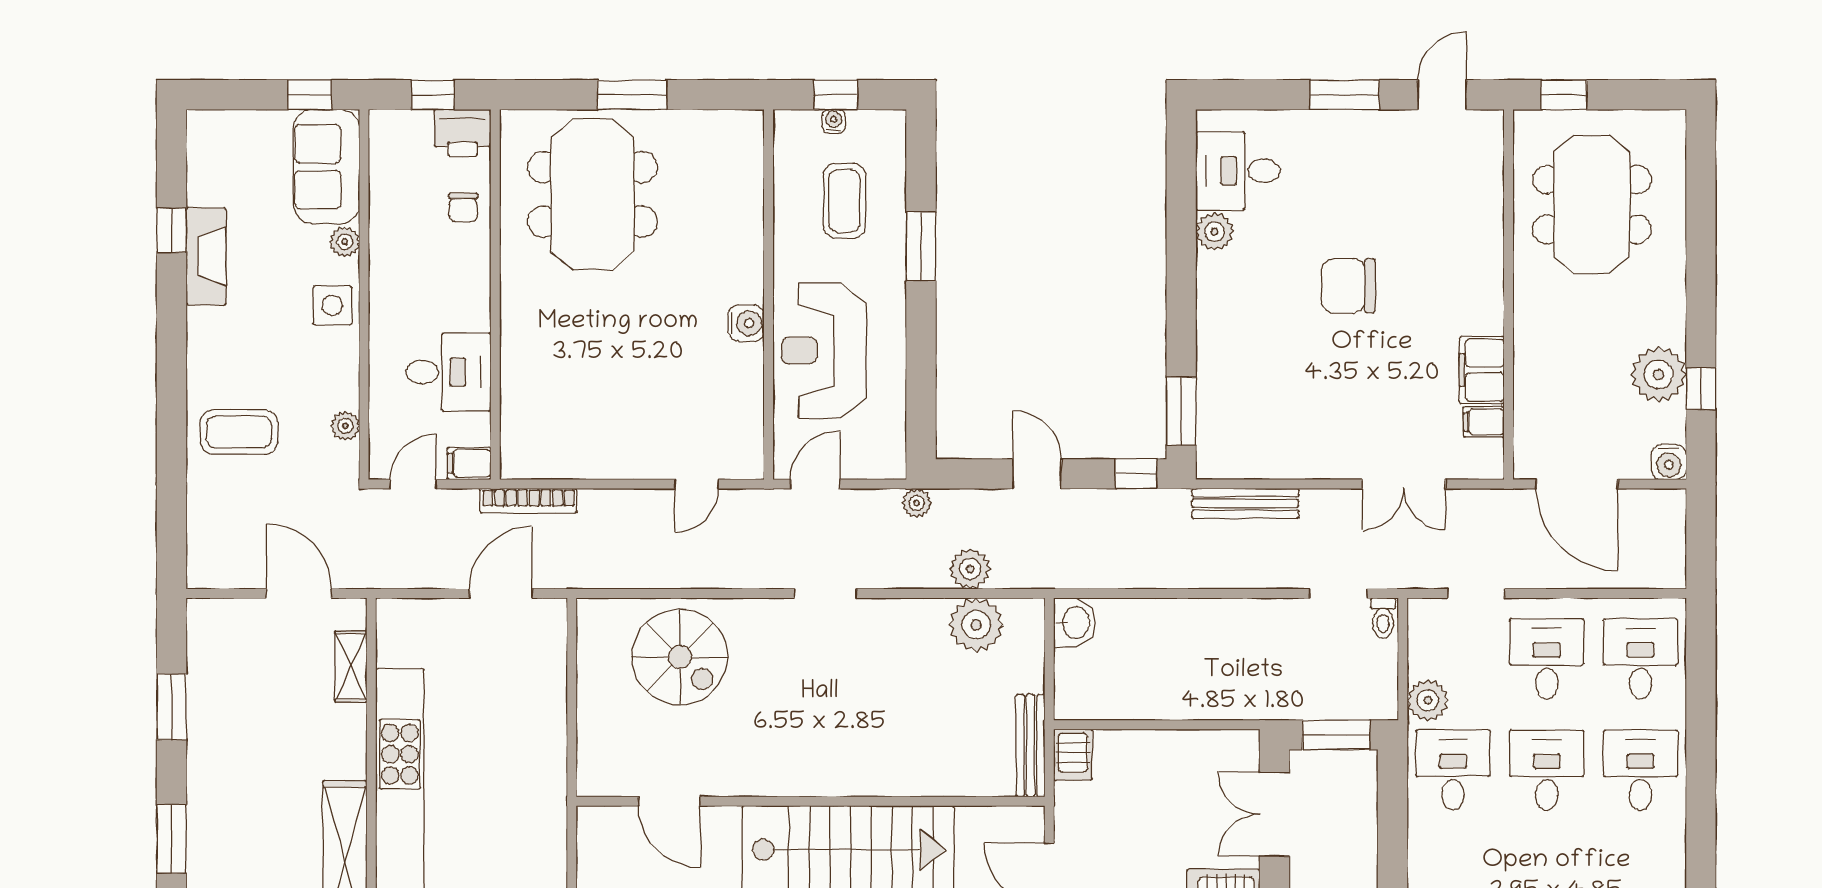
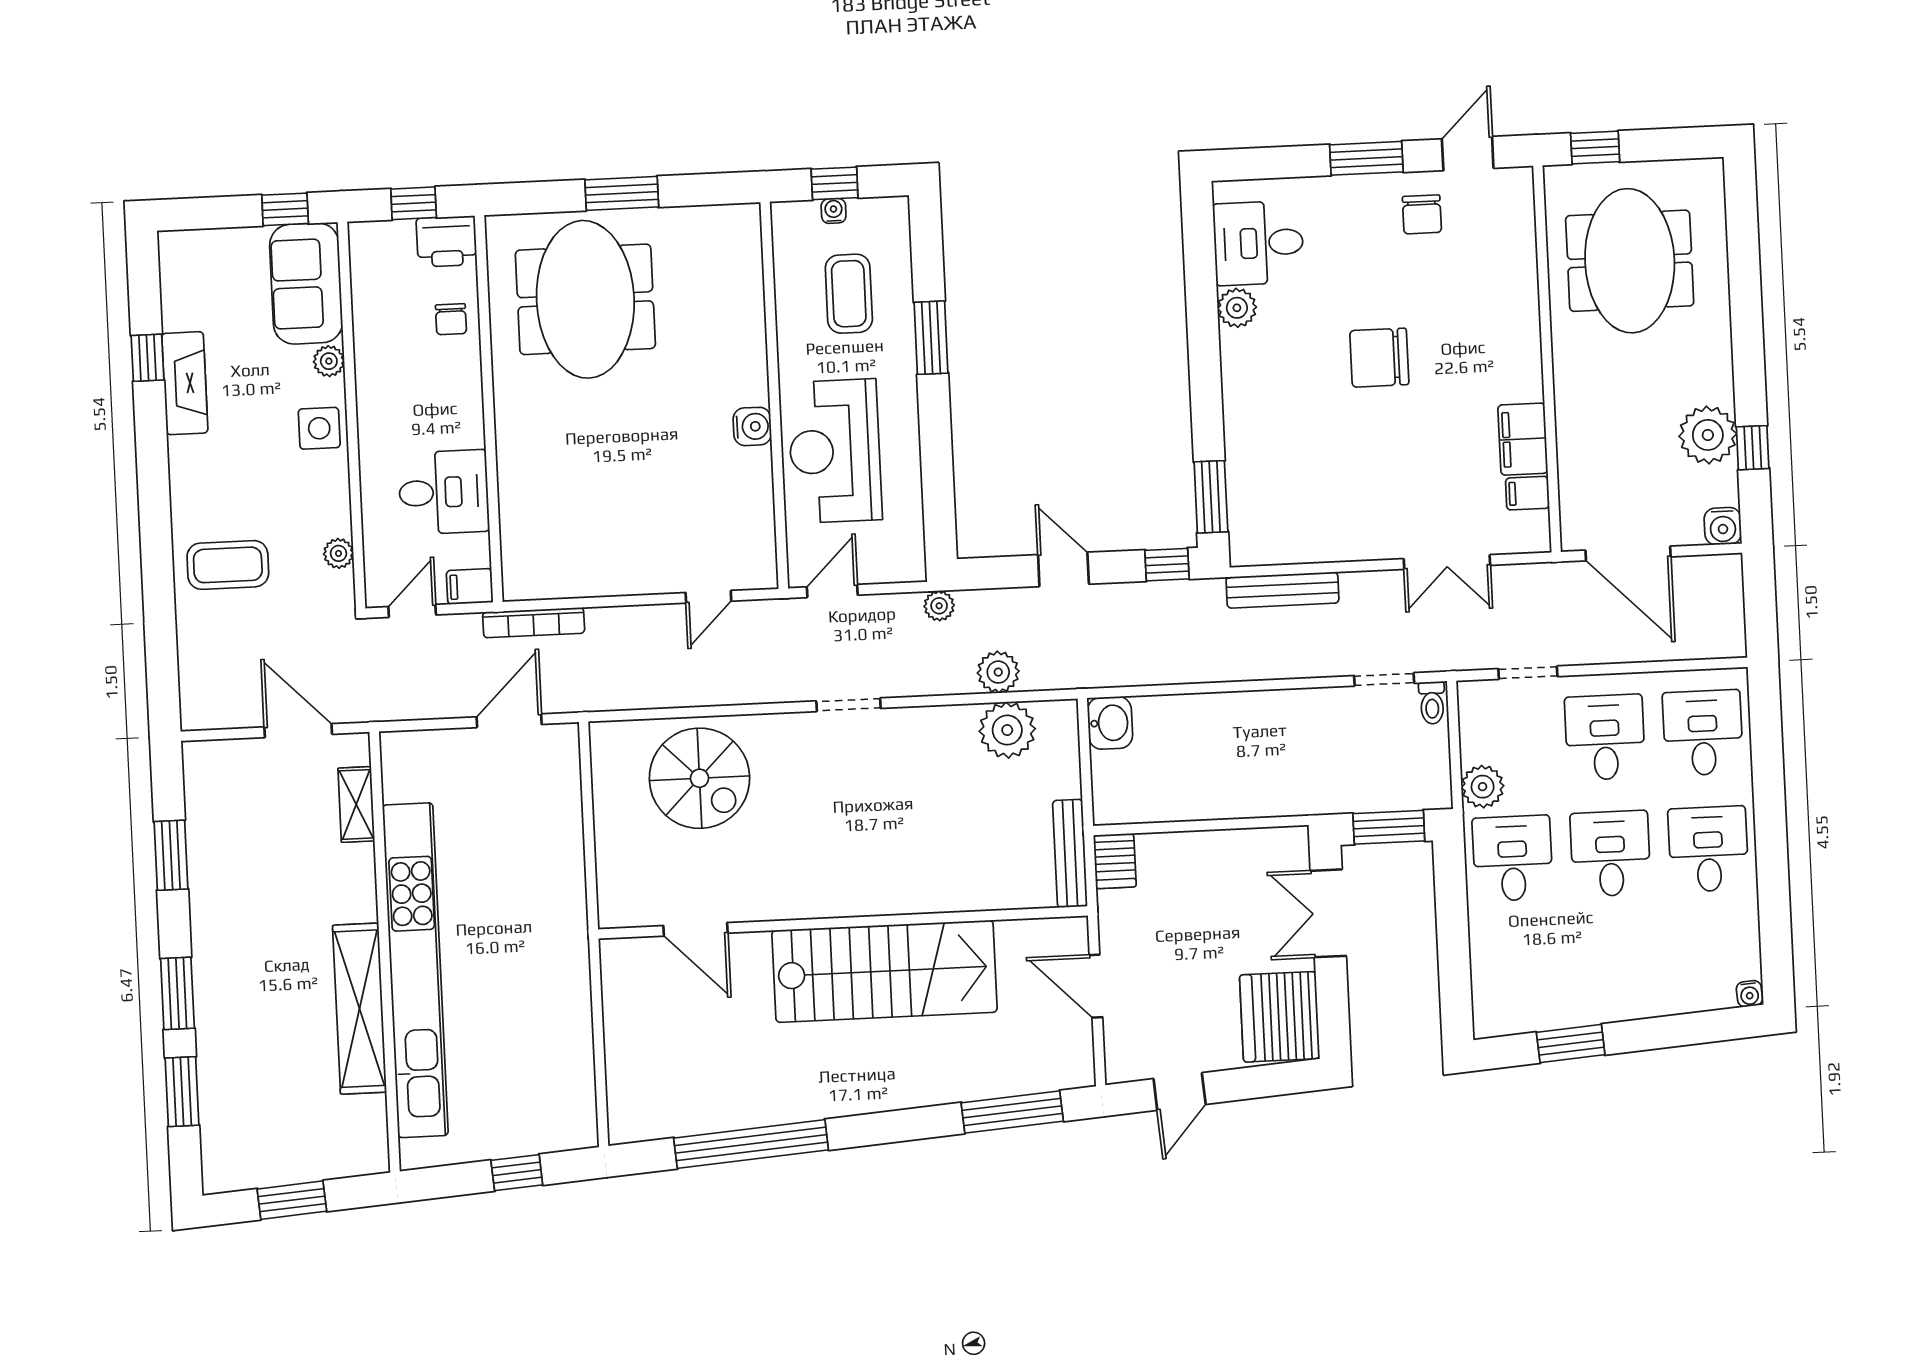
chair: (1395, 151) -> (1422, 214), added

